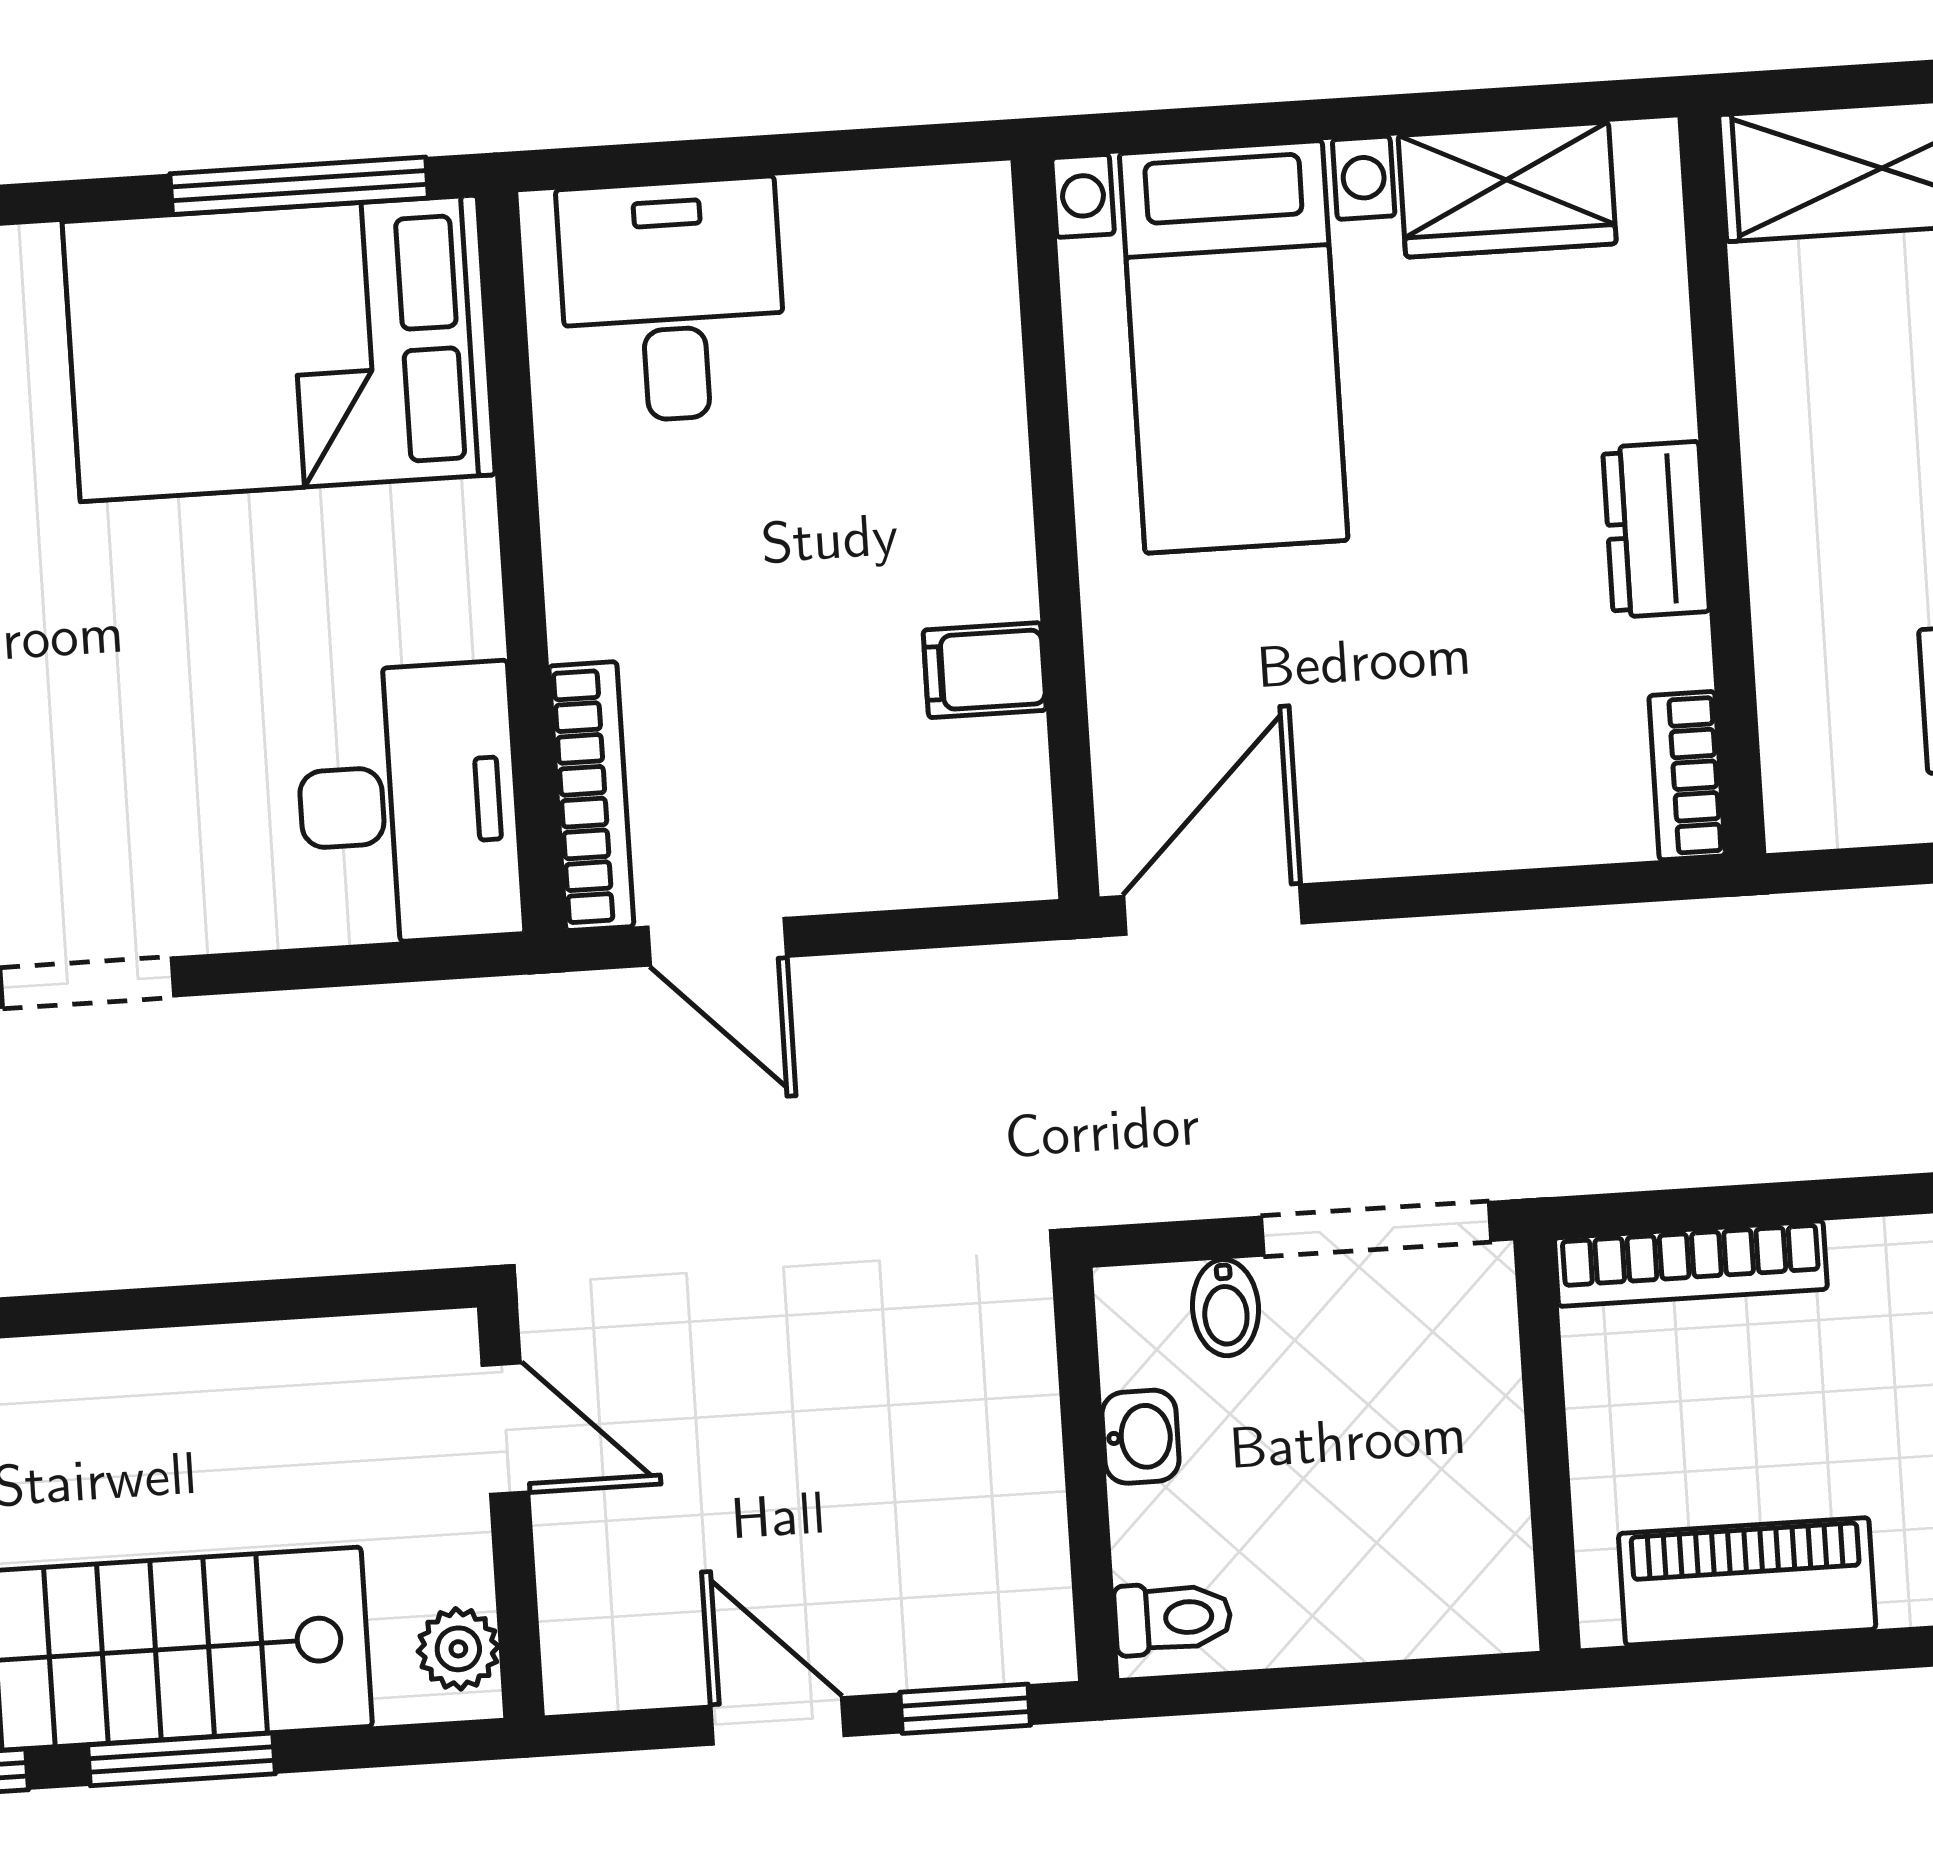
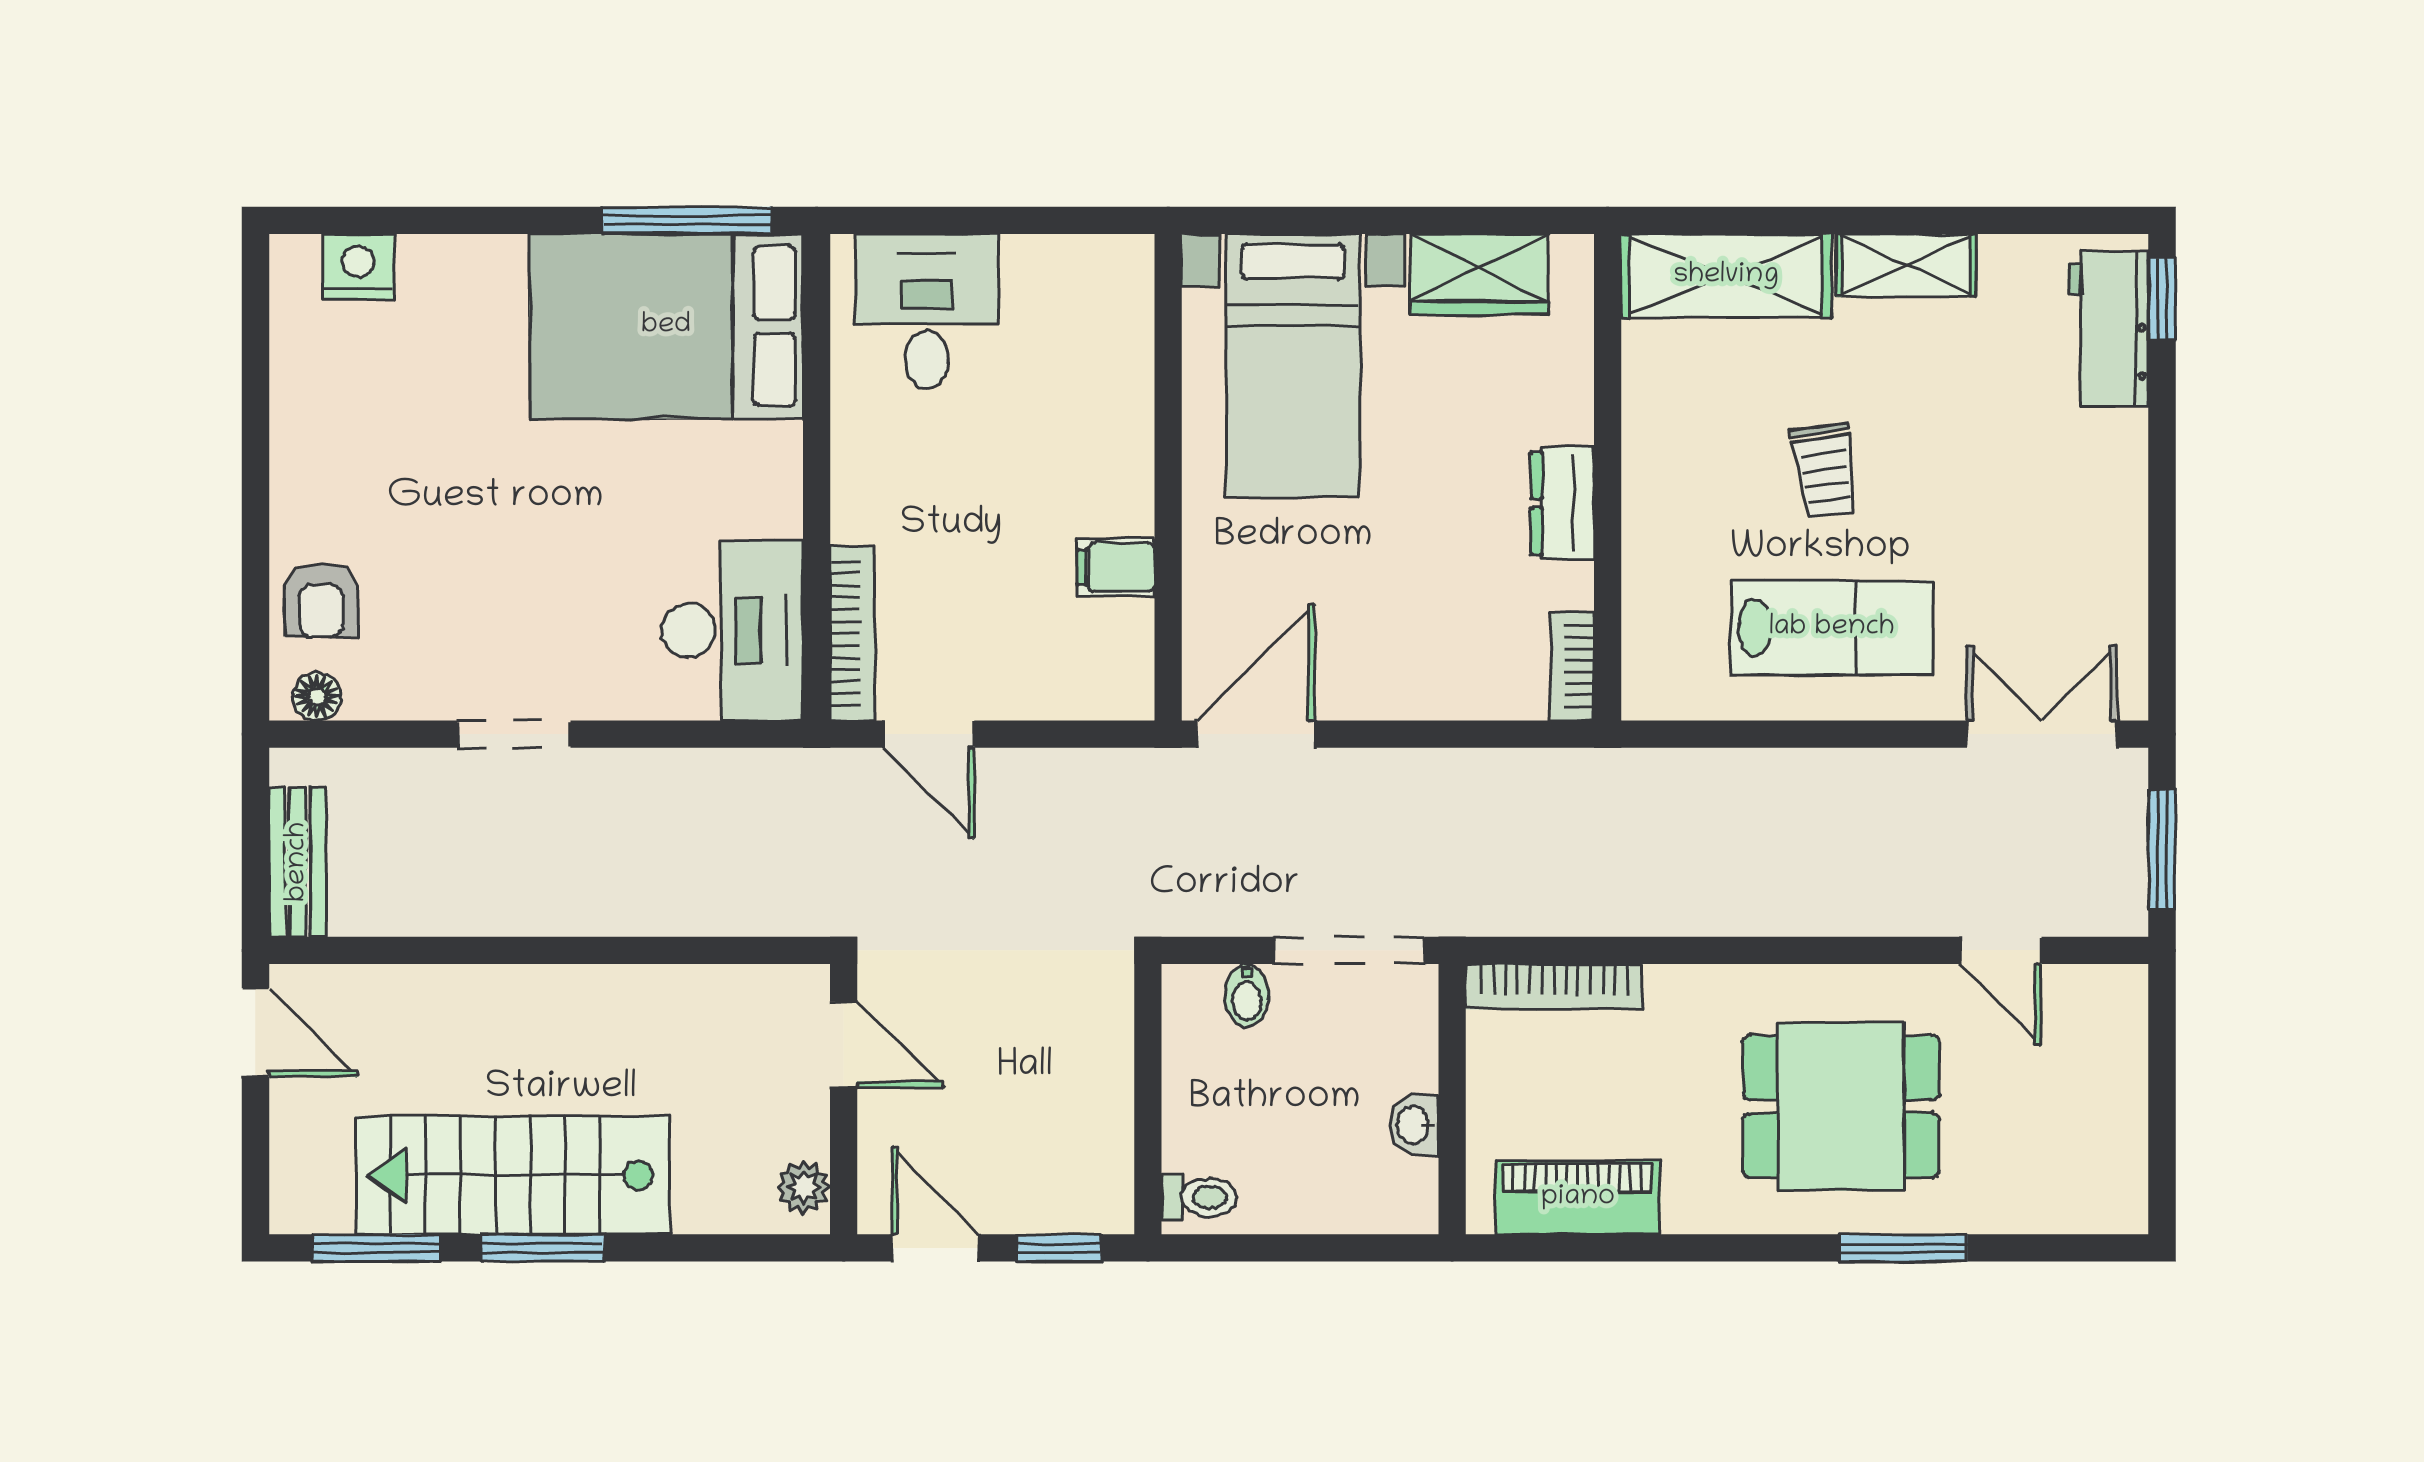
door: (505, 1429) -> (844, 1045), moved
washbasin: (1141, 1437) -> (1414, 1125), moved, turned 180
wall: (511, 1511) -> (844, 1099), moved
plant: (458, 1649) -> (803, 1187), moved

